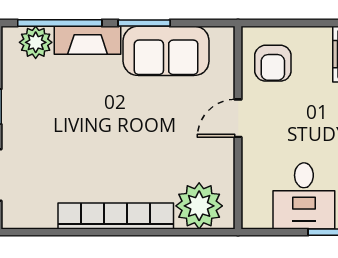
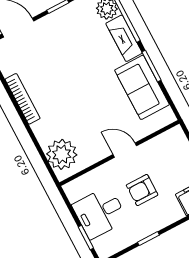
armchair: (273, 63) -> (142, 190), moved
bookcase: (116, 216) -> (23, 99), width x0.68, depth x0.76

